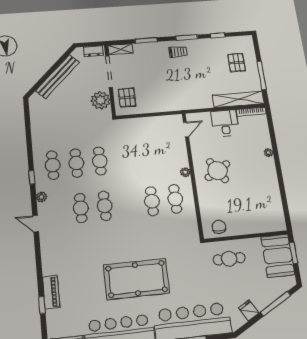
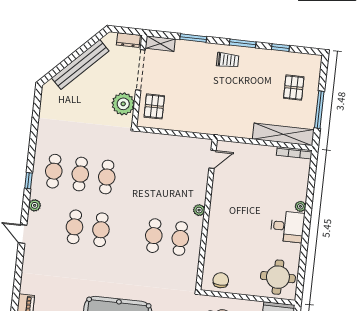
desk: (225, 123) -> (287, 226), moved, turned 90
round table: (218, 171) -> (278, 277), moved, turned 32

